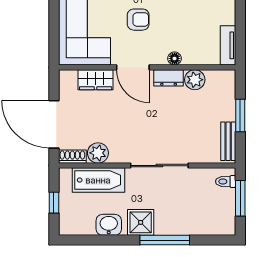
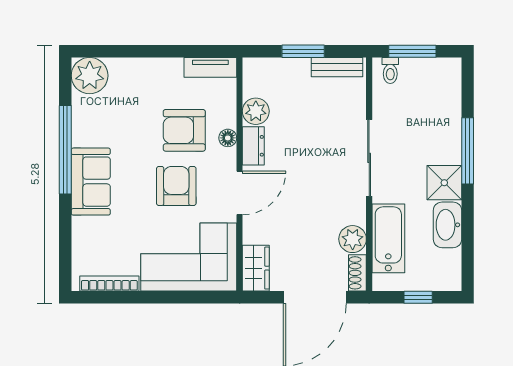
armchair: (138, 20) -> (176, 186), width x1.38, depth x1.38
armchair: (180, 26) -> (184, 130), added
wardrobe: (96, 80) -> (256, 268), moved
washbasin: (109, 225) -> (448, 225), width x1.38

